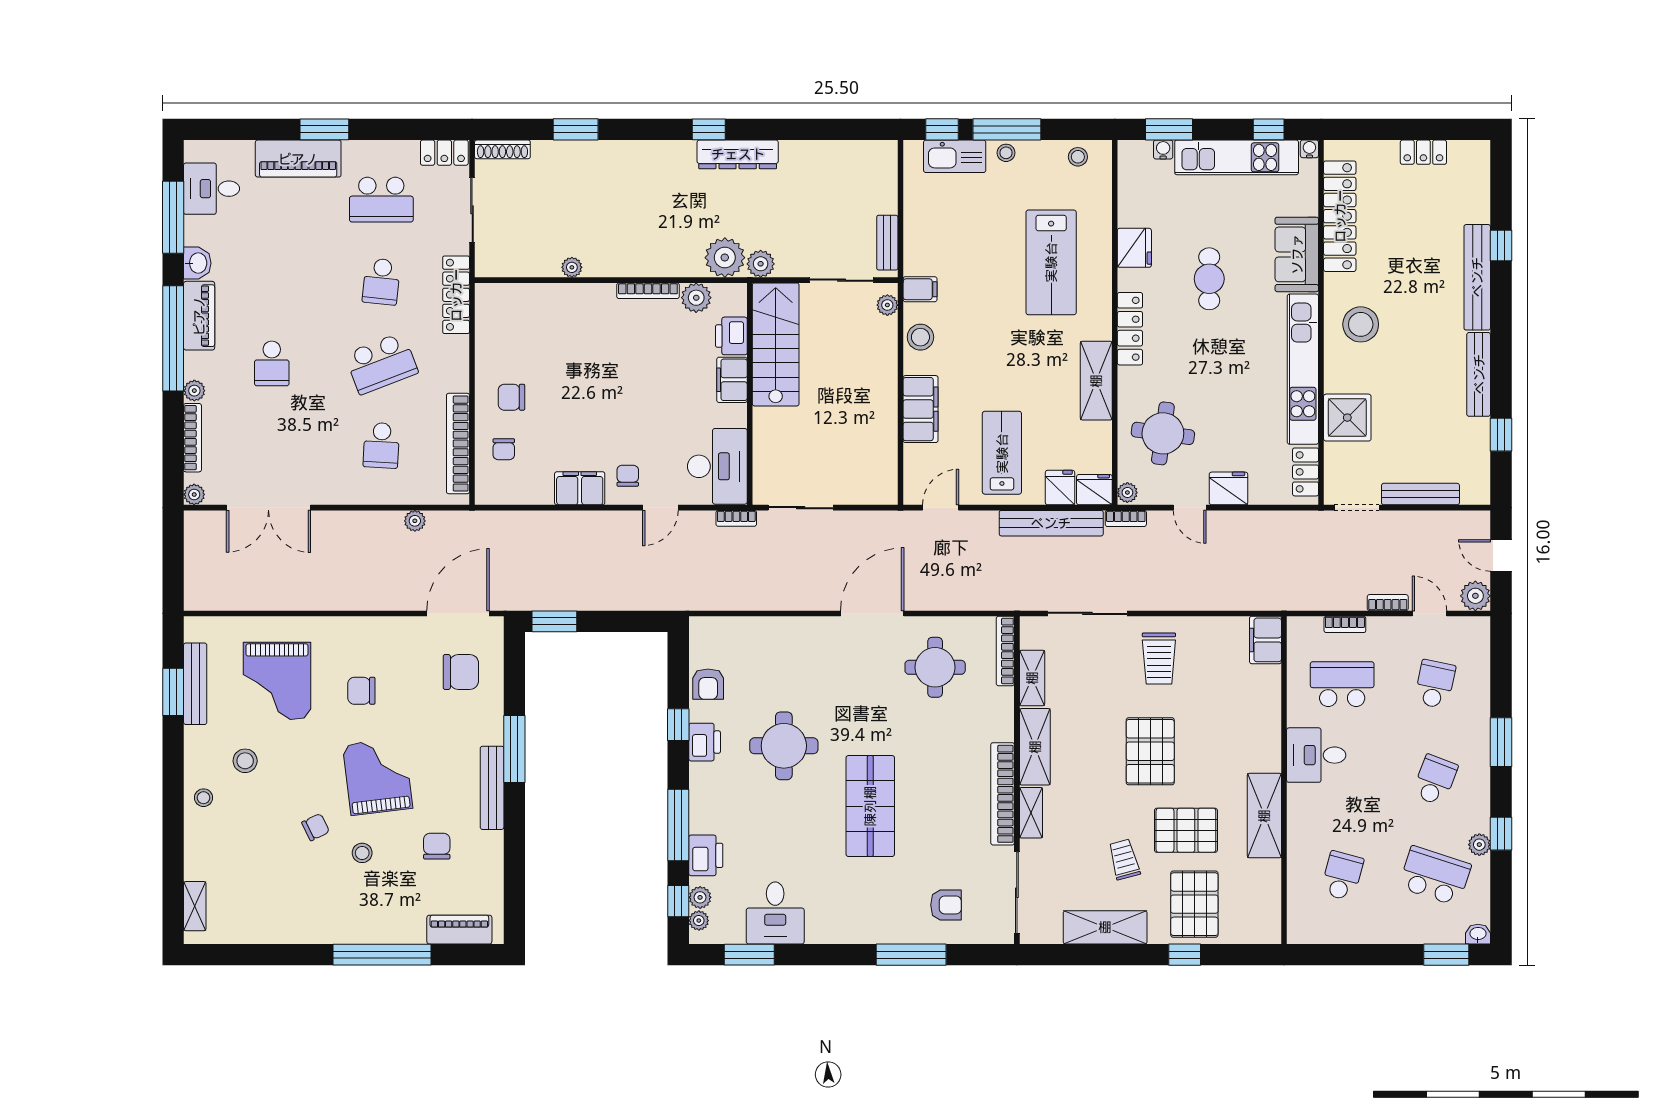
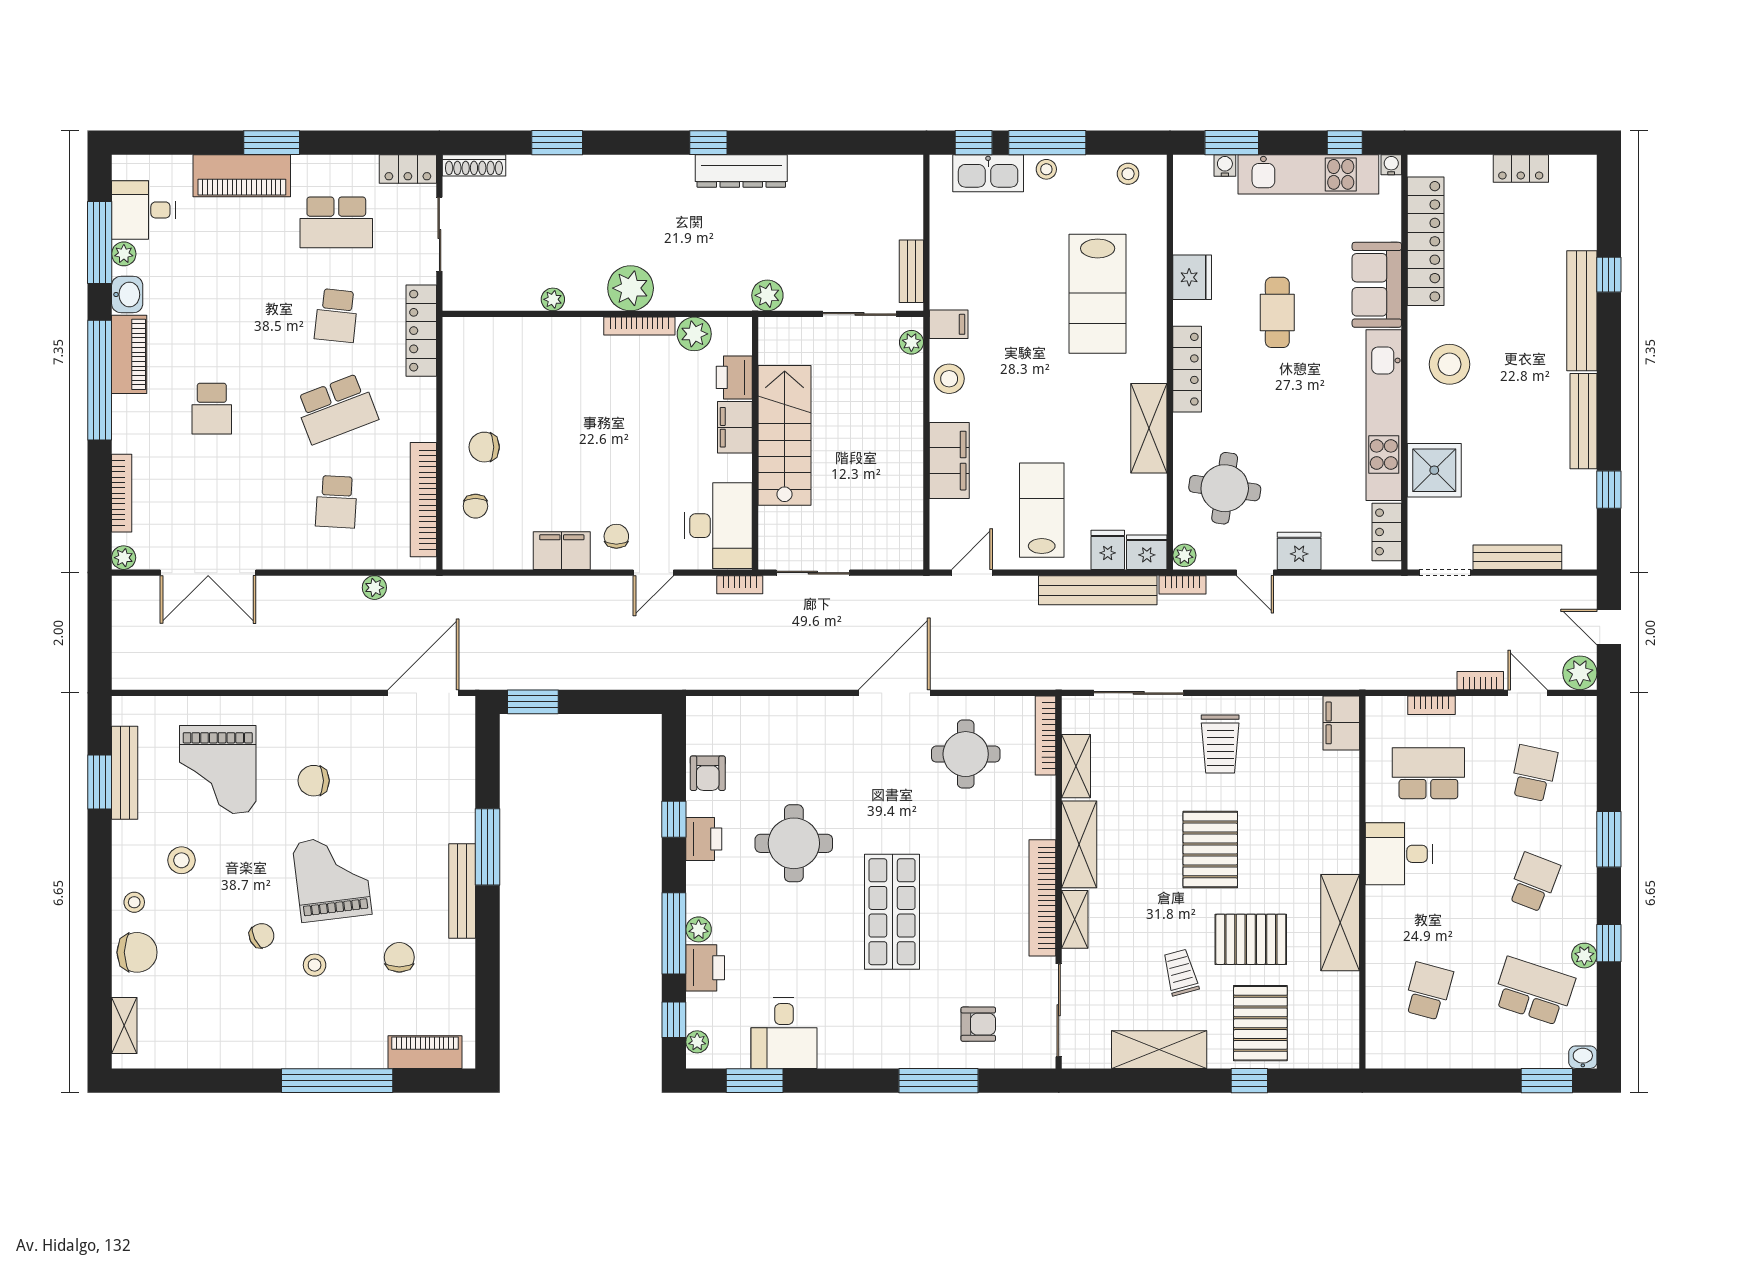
plant: (725, 258) -> (631, 288), moved
stairs: (776, 344) -> (785, 435), moved
plant: (194, 391) -> (124, 254), moved
chair: (461, 672) -> (137, 952), moved
plant: (700, 897) -> (699, 929), moved

